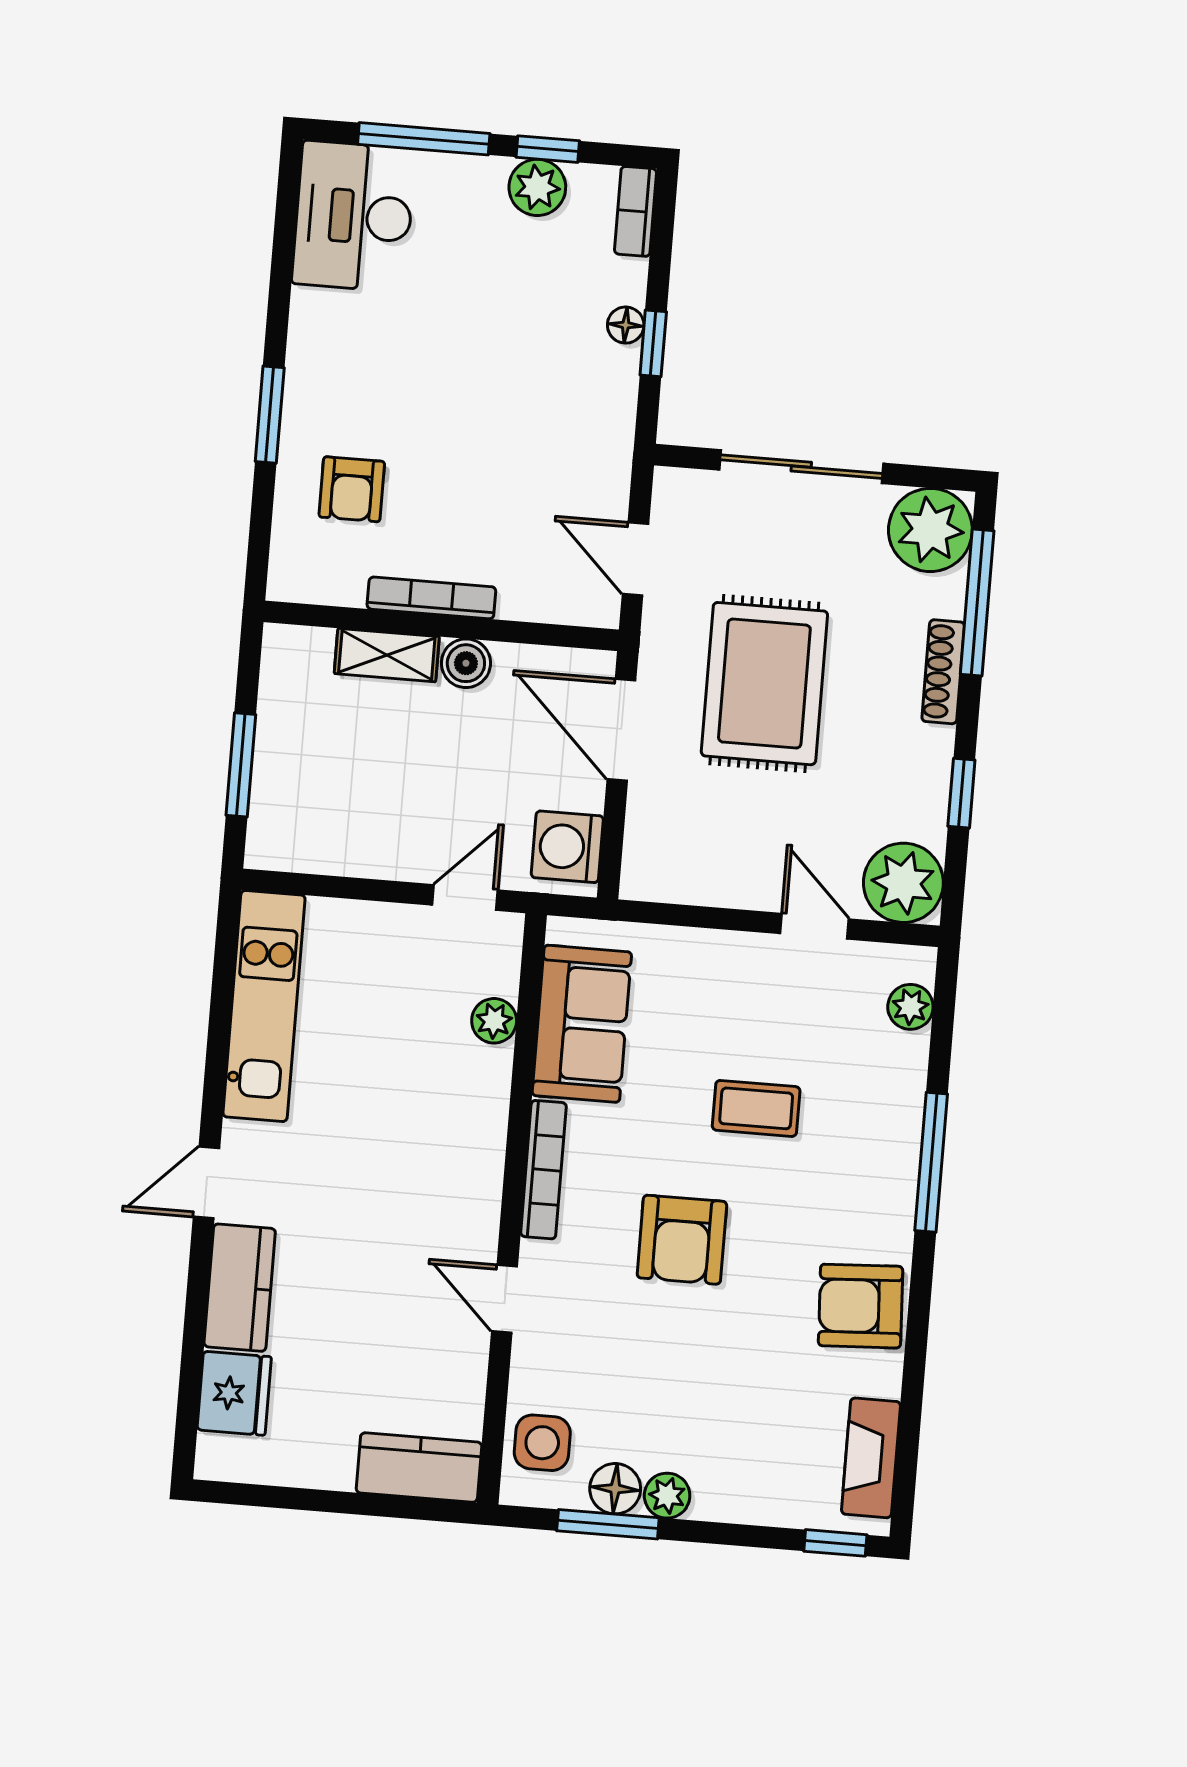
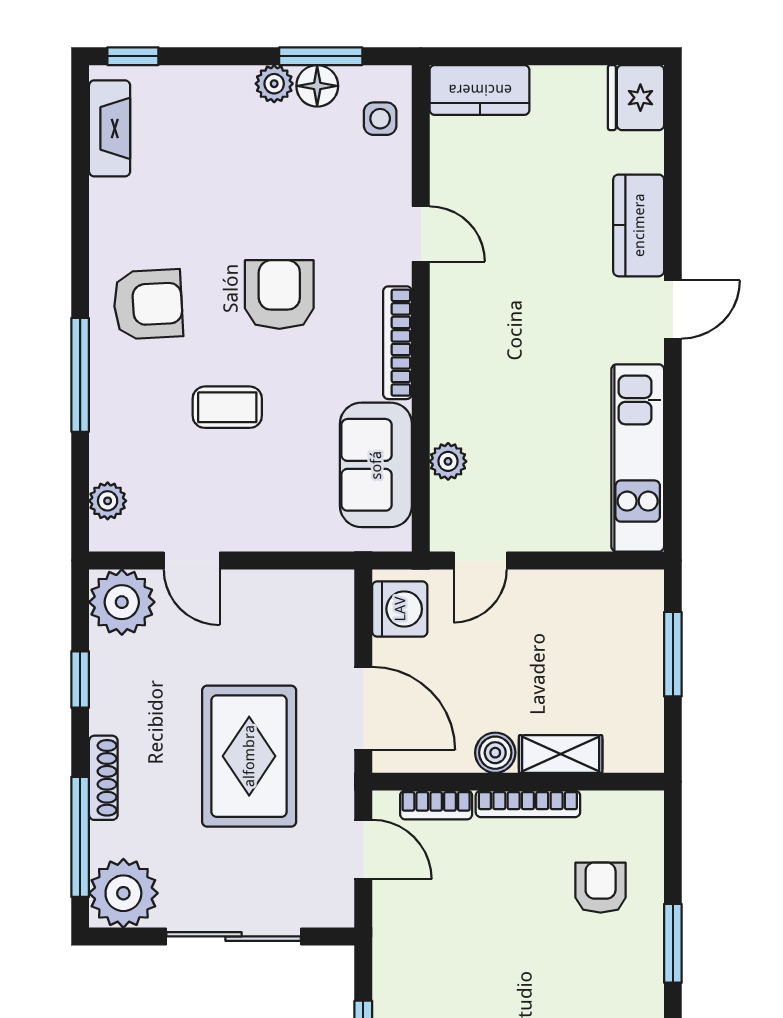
bookcase: (543, 606) -> (436, 805), added
armchair: (861, 1306) -> (148, 304), moved
fridge: (234, 1393) -> (636, 98), moved
side table: (542, 1443) -> (380, 119), width x0.73, depth x0.73

